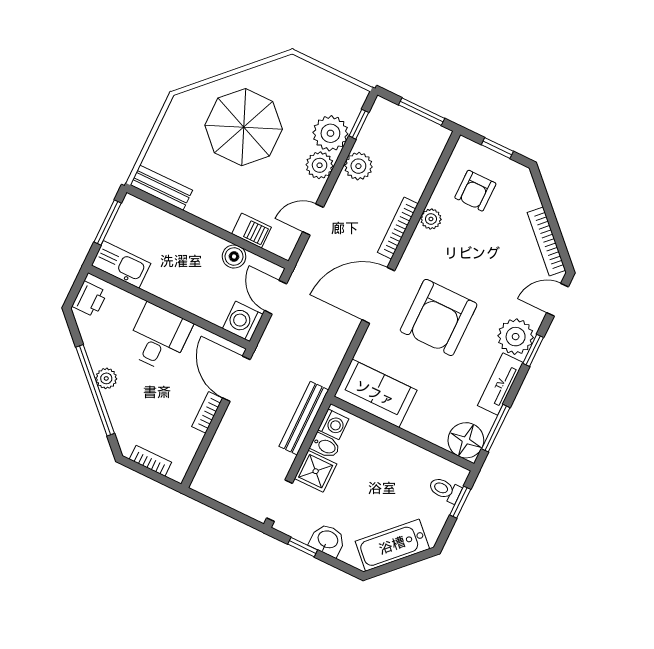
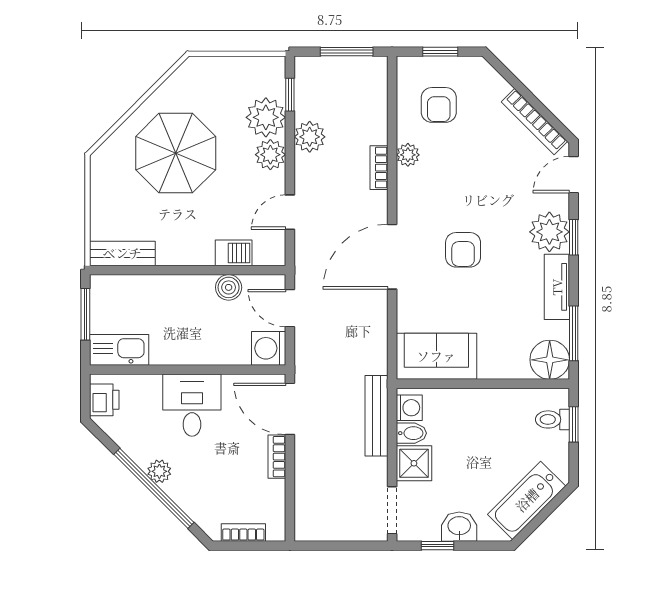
bookcase: (398, 228) -> (379, 168), width x0.64
armchair: (439, 317) -> (463, 250), width x0.53, depth x0.53

